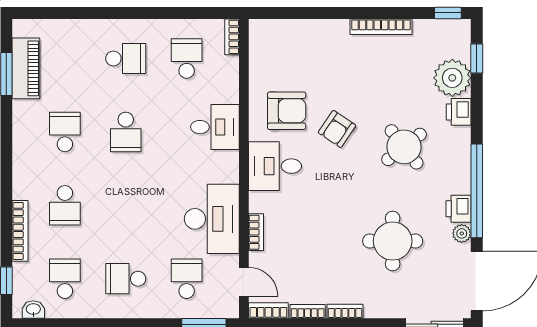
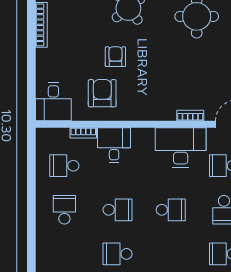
bookcase: (232, 37) -> (83, 133), moved
armchair: (337, 129) -> (115, 57), turned -124
desk: (275, 166) -> (53, 102), moved
school desk: (65, 205) -> (171, 210), moved

